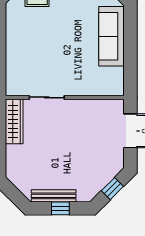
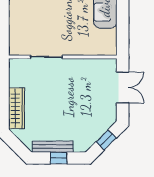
wardrobe: (14, 121) -> (17, 108), moved

